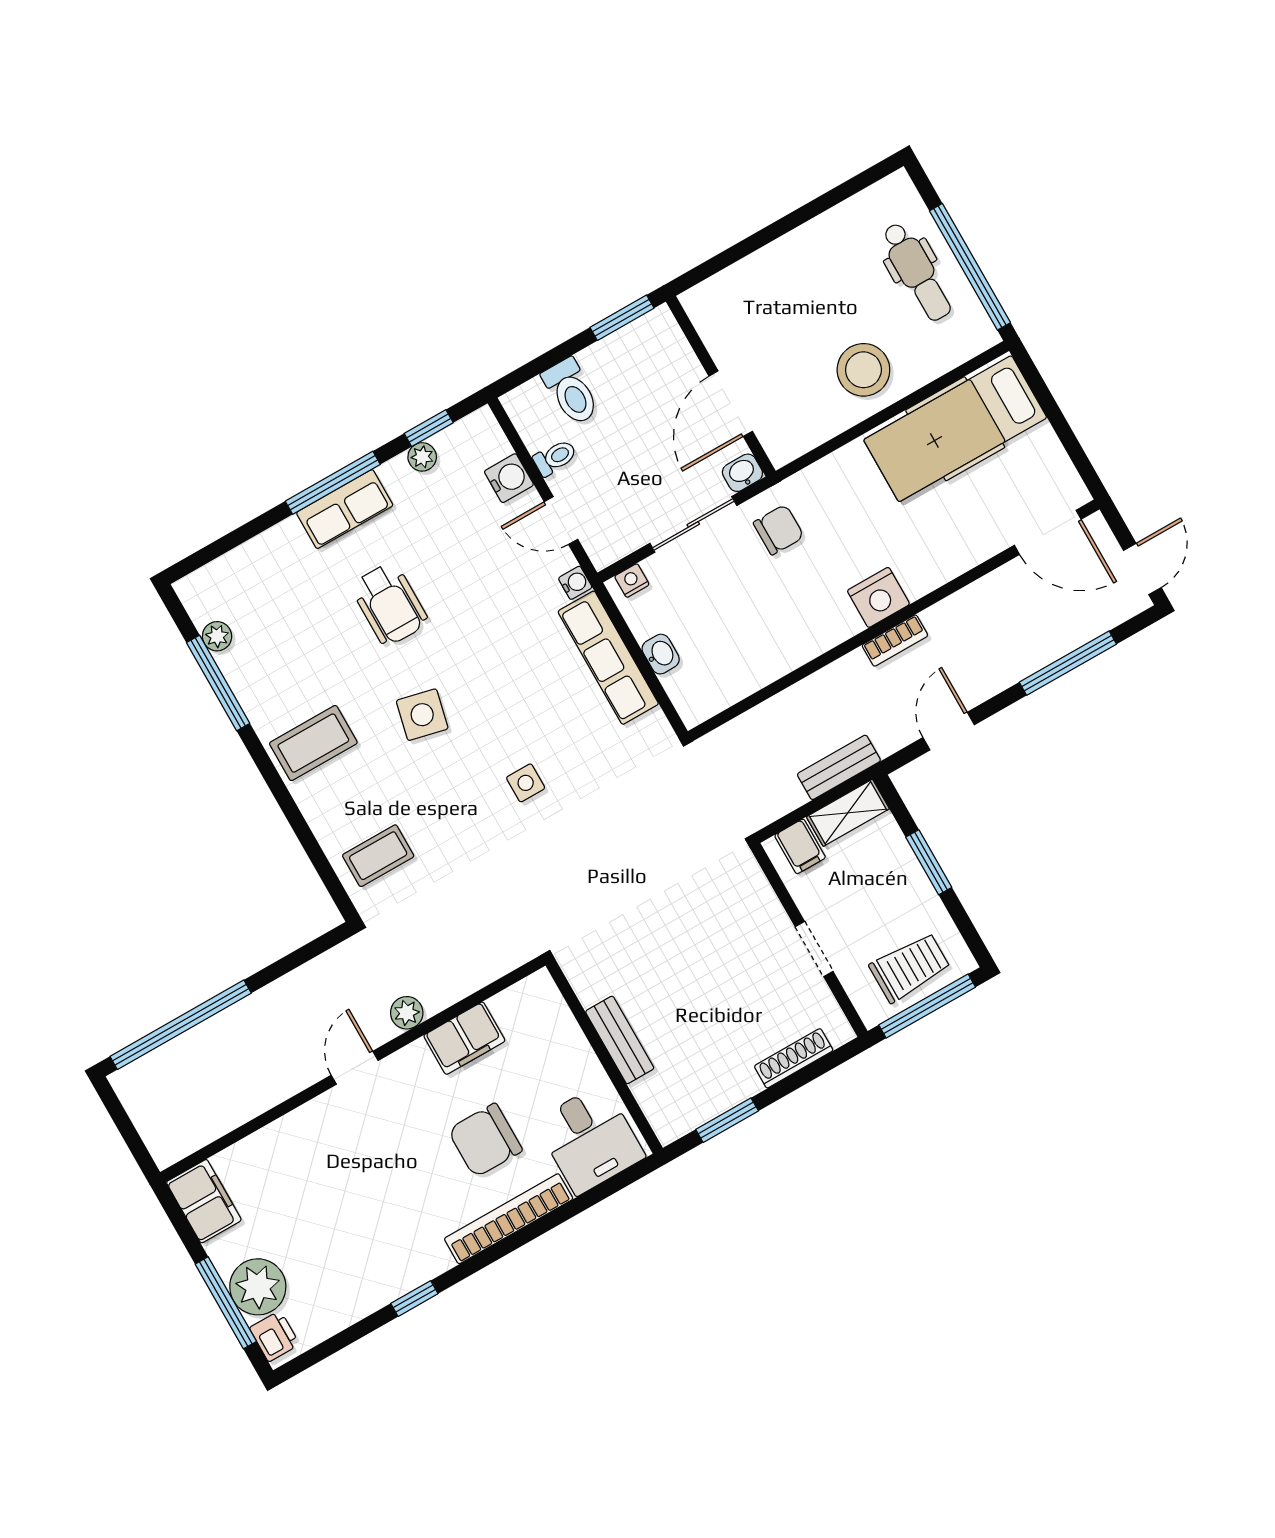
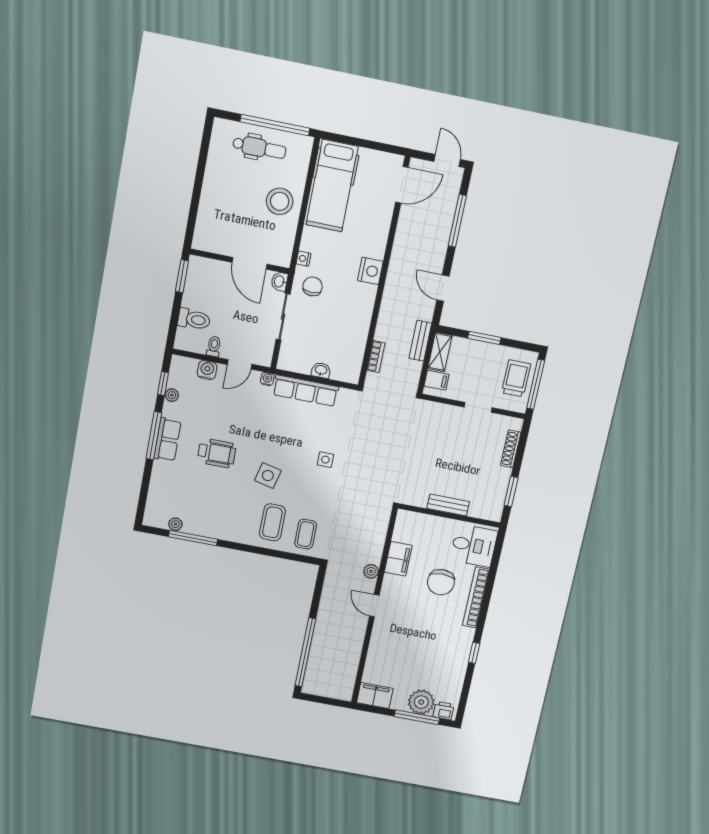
nightstand: (632, 581) -> (303, 259), moved
bookcase: (895, 641) -> (376, 357), moved
coffee table: (313, 743) -> (272, 522), moved

